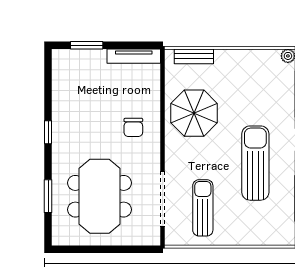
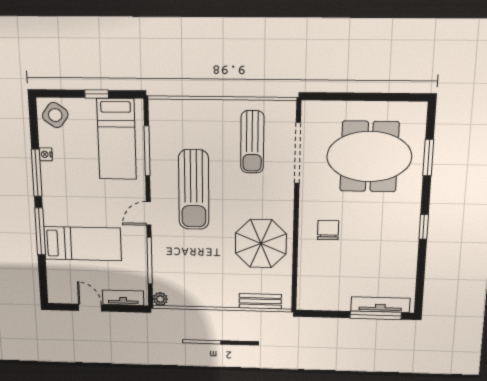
window: (87, 45) -> (376, 315), width x1.44
tv unit: (134, 56) -> (380, 305), moved
meeting table: (99, 196) -> (369, 157), turned 90

